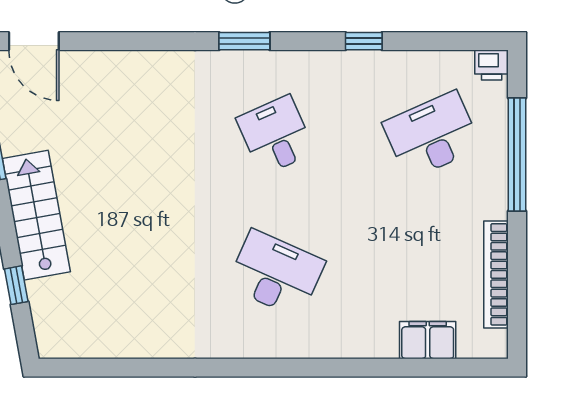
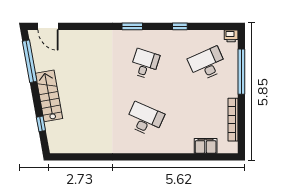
desk: (276, 135) -> (145, 64), turned 42

